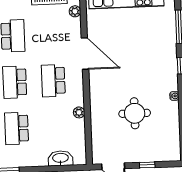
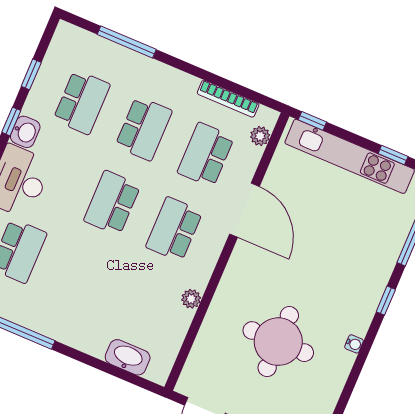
round table: (135, 113) -> (278, 342), width x1.36, depth x1.36
school desk: (17, 128) -> (206, 155), moved

